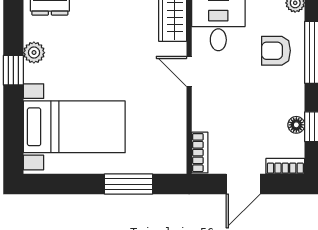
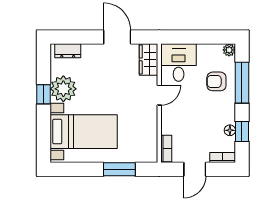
plant: (34, 53) -> (63, 89), width x1.87, depth x1.87
door: (189, 71) -> (159, 95), swing flipped

